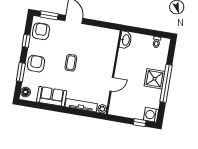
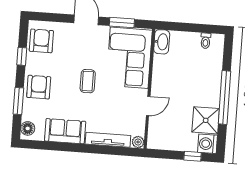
window: (49, 15) -> (122, 22), moved
corner sofa: (102, 49) -> (129, 58), added
shower: (155, 79) -> (206, 120), moved

